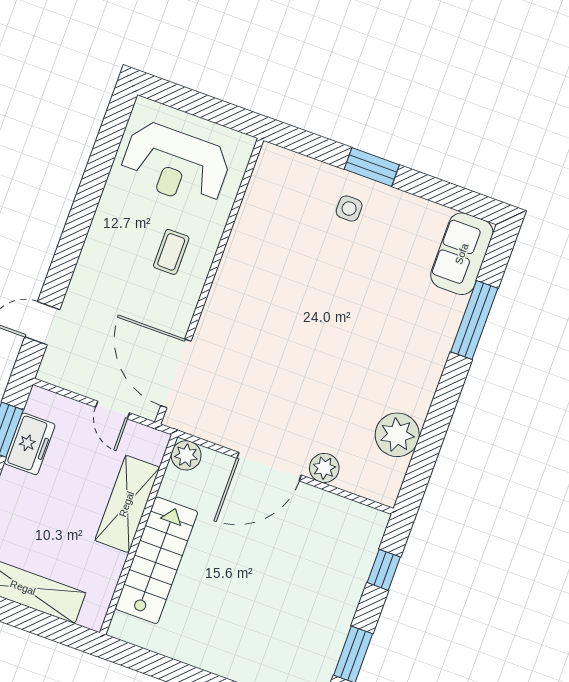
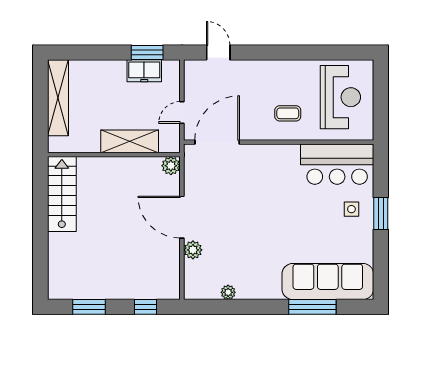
reception desk: (175, 164) -> (340, 97), turned 180
bar counter: (274, 206) -> (337, 164), added
sofa: (462, 254) -> (328, 282), width x1.85, depth x1.27
plant: (397, 435) -> (228, 292), width x0.53, depth x0.53
stairs: (156, 560) -> (62, 194), moved, turned -90

